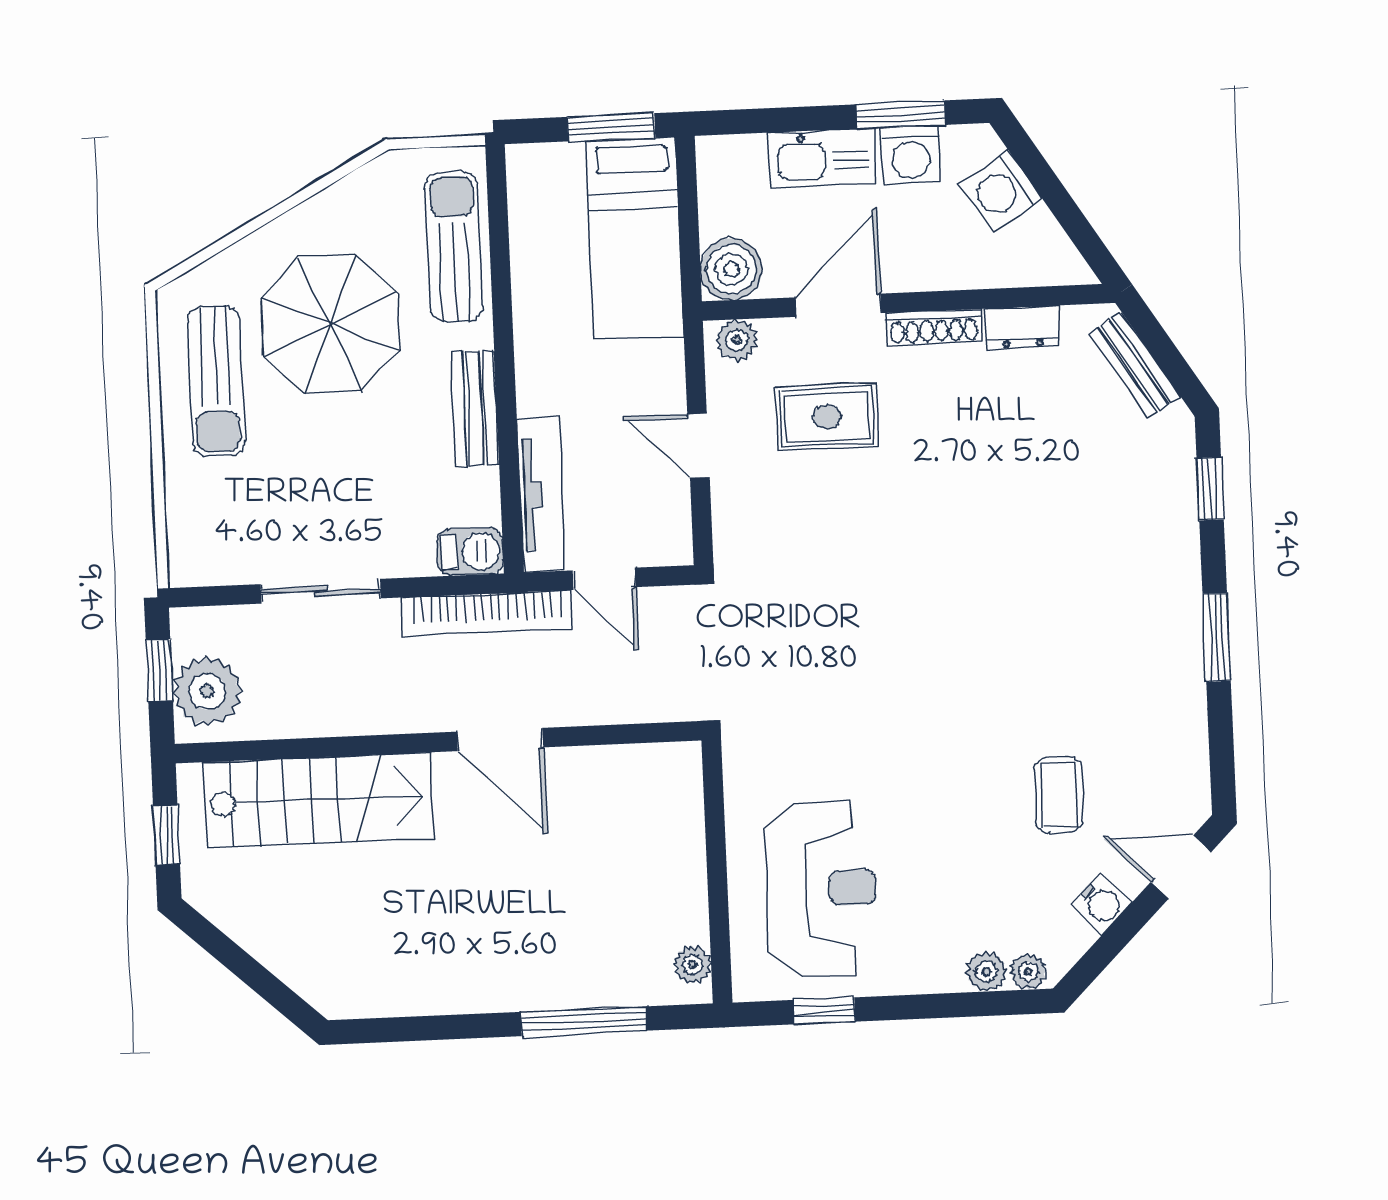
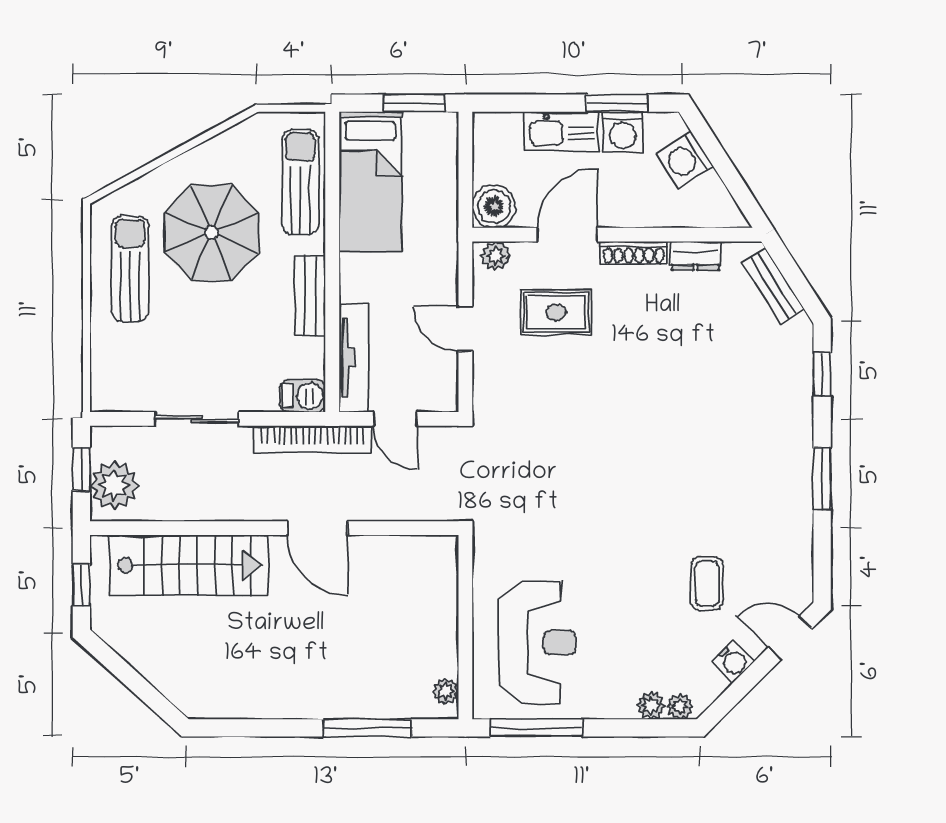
bed: (635, 238) -> (370, 181), moved
sun lounger: (216, 381) -> (130, 269), turned 180
window: (824, 1011) -> (536, 728), width x2.17

